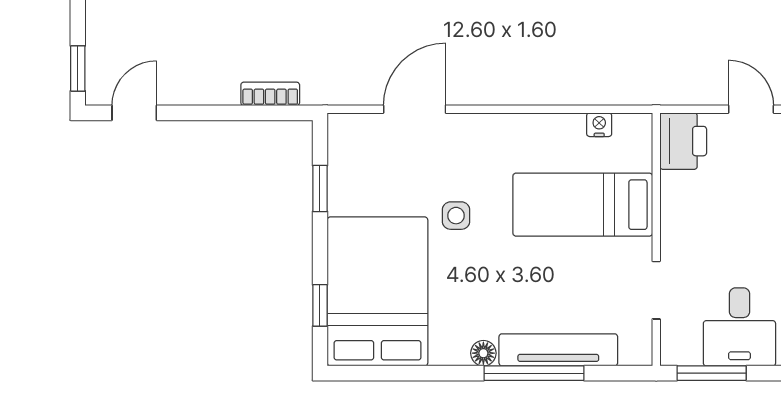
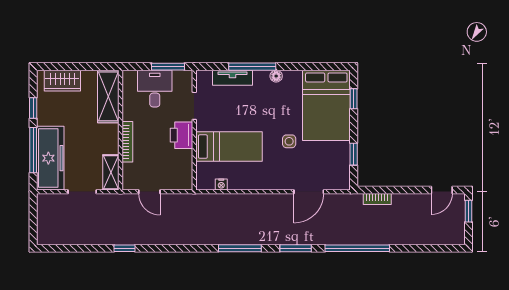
printer: (683, 141) -> (181, 135), moved
tv unit: (558, 350) -> (232, 78), width x0.71

